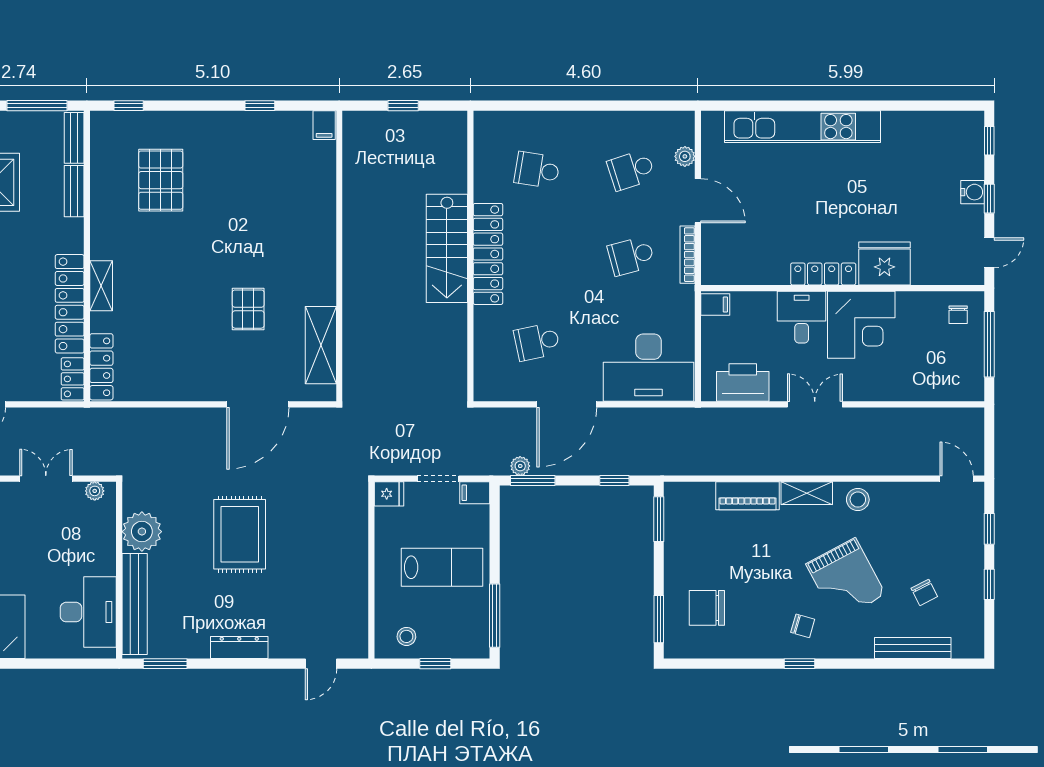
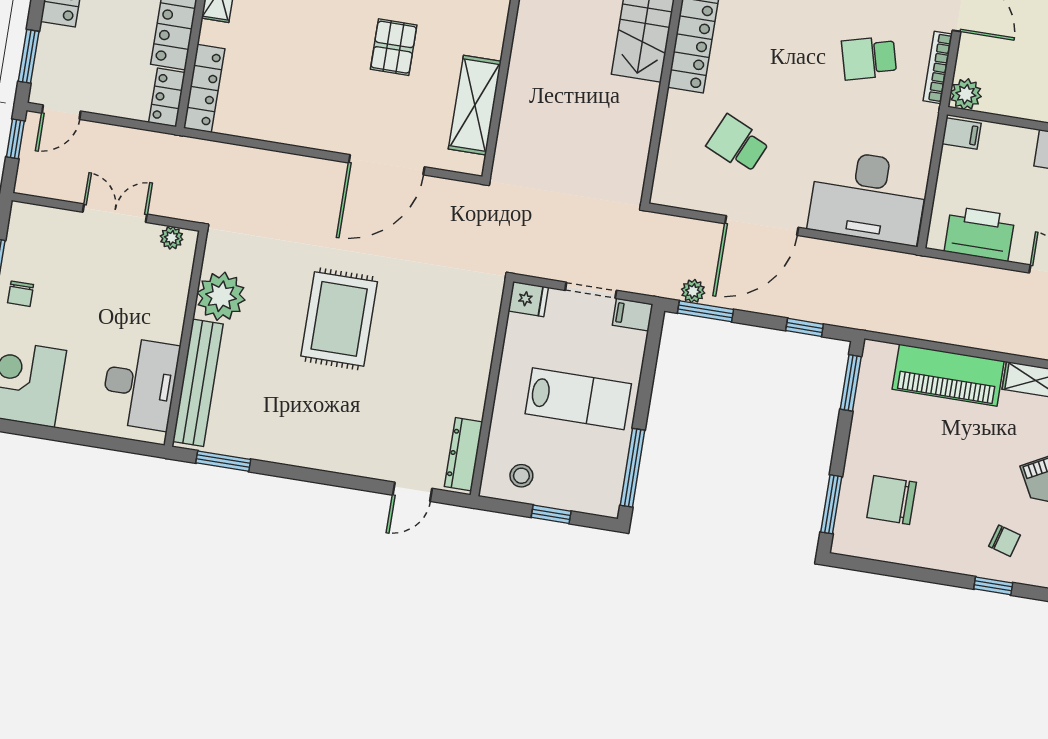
plant: (714, 272) -> (966, 94), added
school desk: (537, 342) -> (738, 144), turned 36
piano: (747, 496) -> (948, 375), width x1.37, depth x1.33
dresser: (239, 647) -> (464, 454), moved, turned -90

